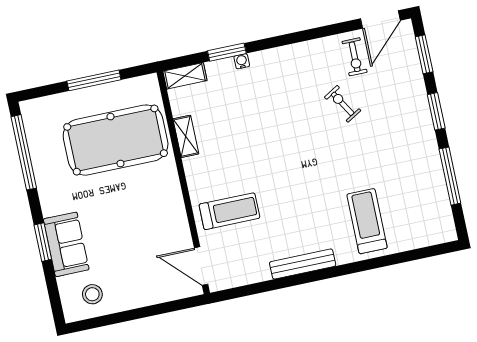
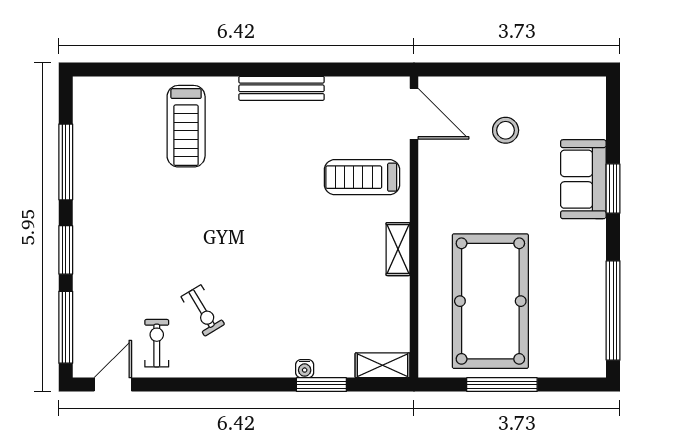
door: (380, 19) -> (113, 385), width x0.73
window: (424, 54) -> (66, 327), width x1.44
exercise bike: (343, 104) -> (203, 311), moved
shelving: (186, 136) -> (398, 249), moved
pool table: (116, 140) -> (490, 301), turned 90
stool: (92, 294) -> (506, 130), moved

